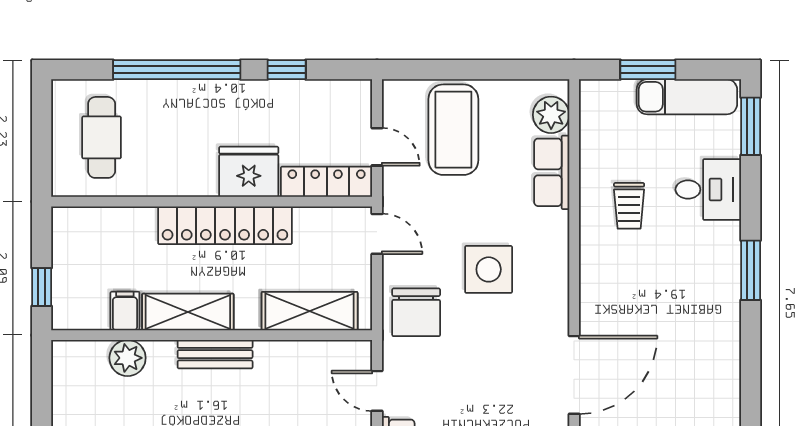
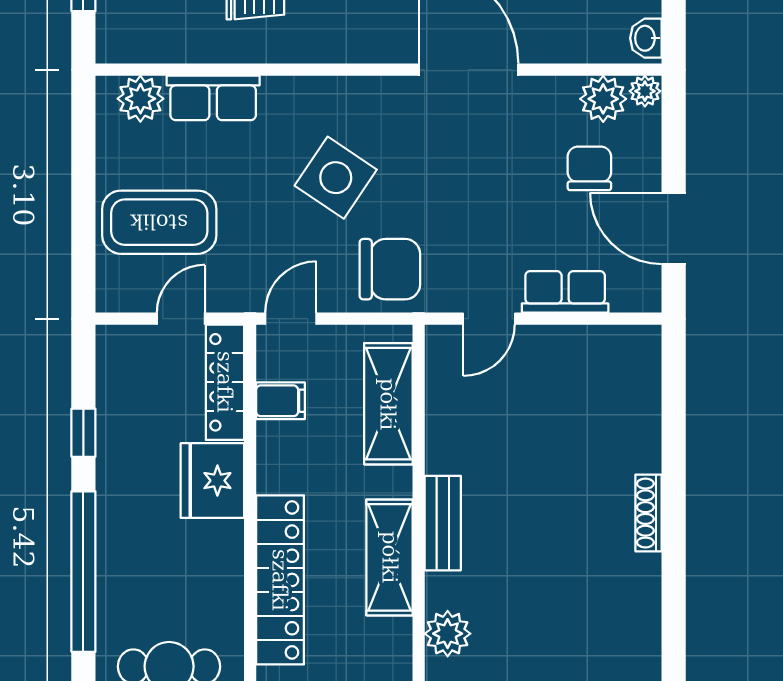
locker: (225, 225) -> (280, 580), moved
side table: (489, 269) -> (336, 178), turned 34
filing cabinet: (125, 311) -> (280, 401), moved, turned 180

